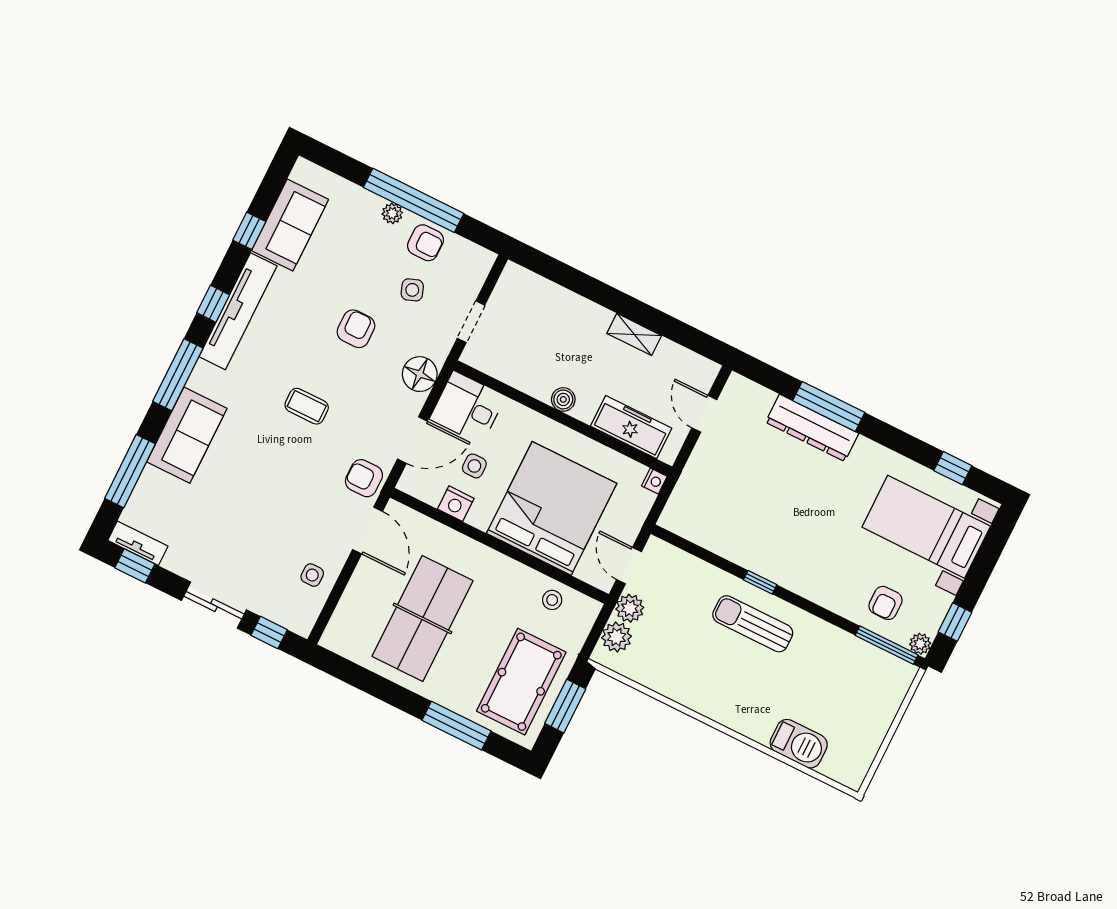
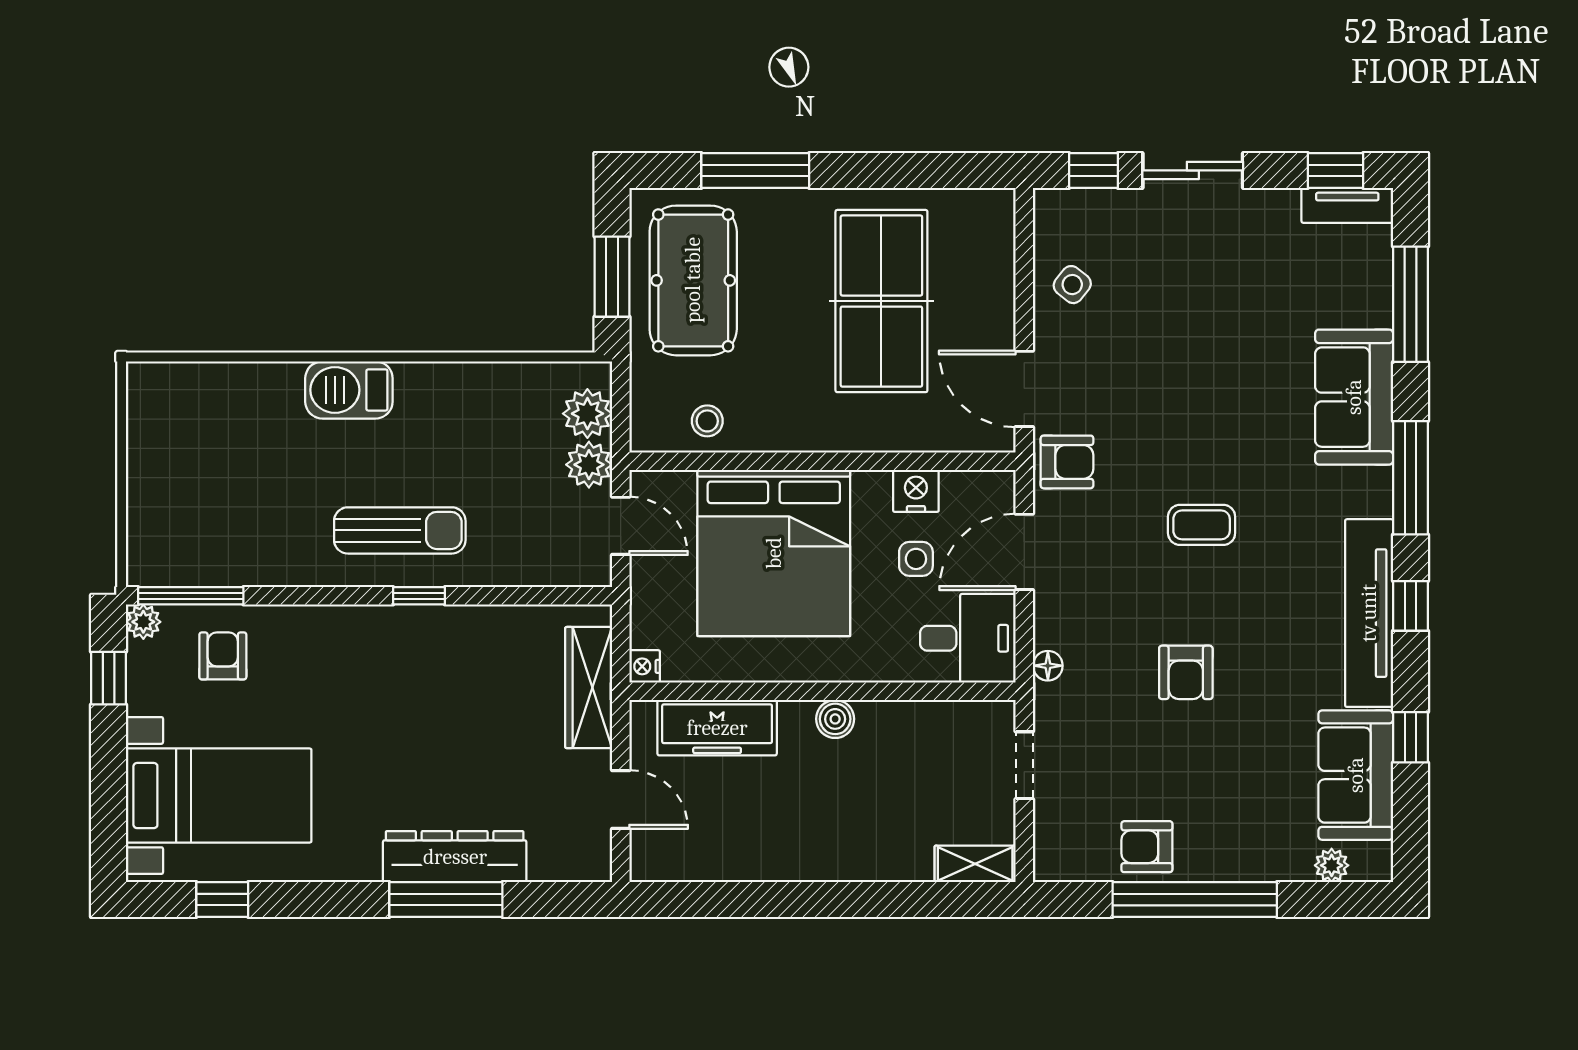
plant: (392, 213) -> (1332, 865), moved
side table: (412, 290) -> (1132, 769), removed
shelving: (634, 334) -> (975, 864), moved
floor lamp: (420, 374) -> (1048, 666), width x0.53, depth x0.53
wardrobe: (691, 485) -> (589, 688), added
side table: (312, 575) -> (1072, 285), turned 38
barbecue: (799, 744) -> (349, 390), moved

